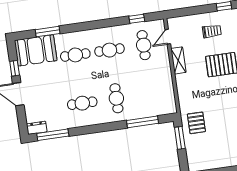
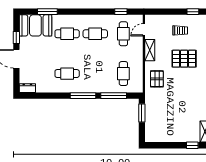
cafe table: (116, 98) -> (123, 74), moved
pallet: (196, 123) -> (157, 79), moved
window: (53, 135) -> (83, 96), moved

